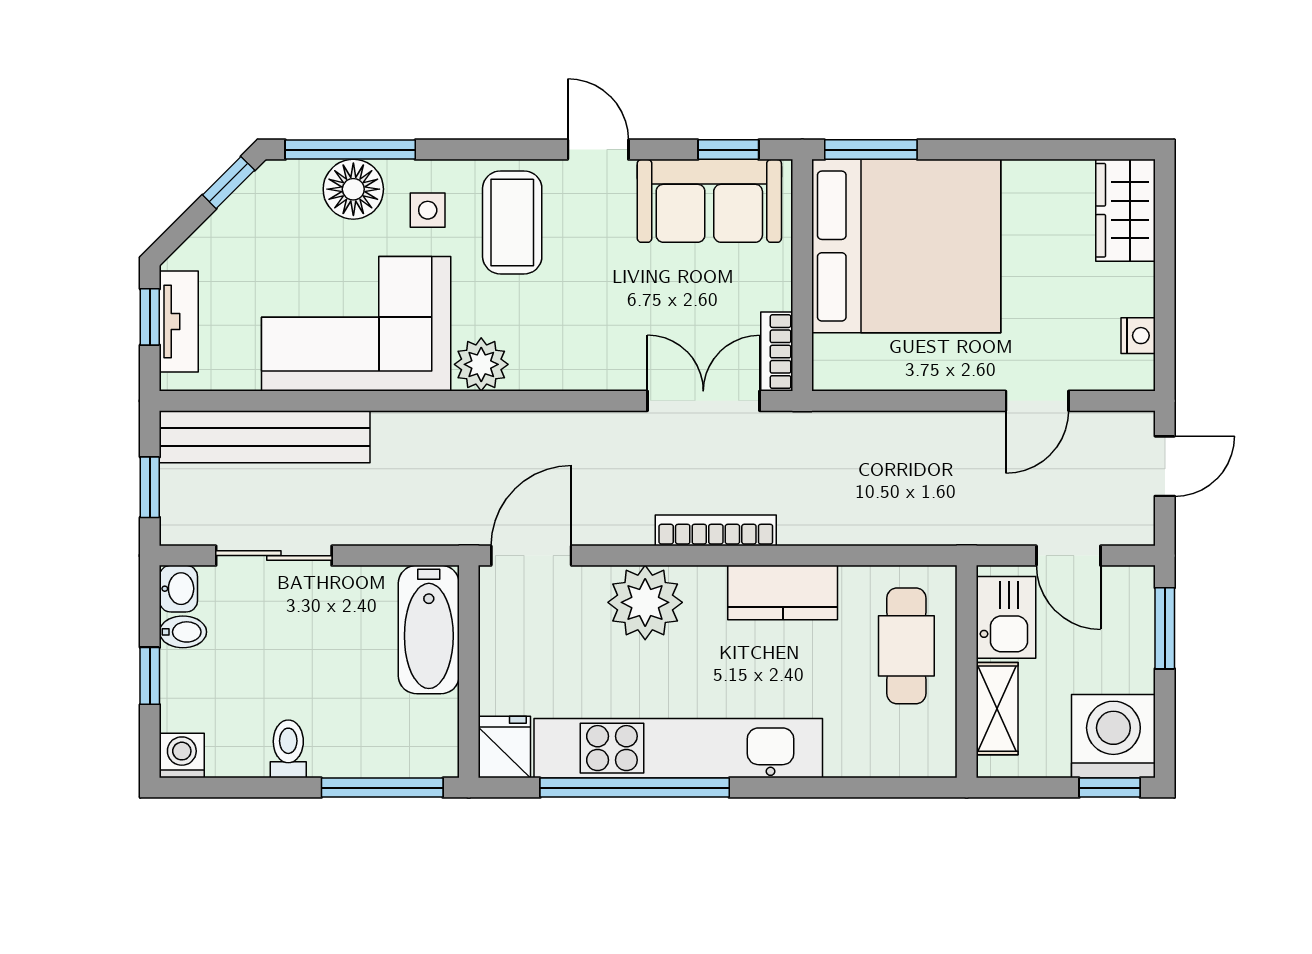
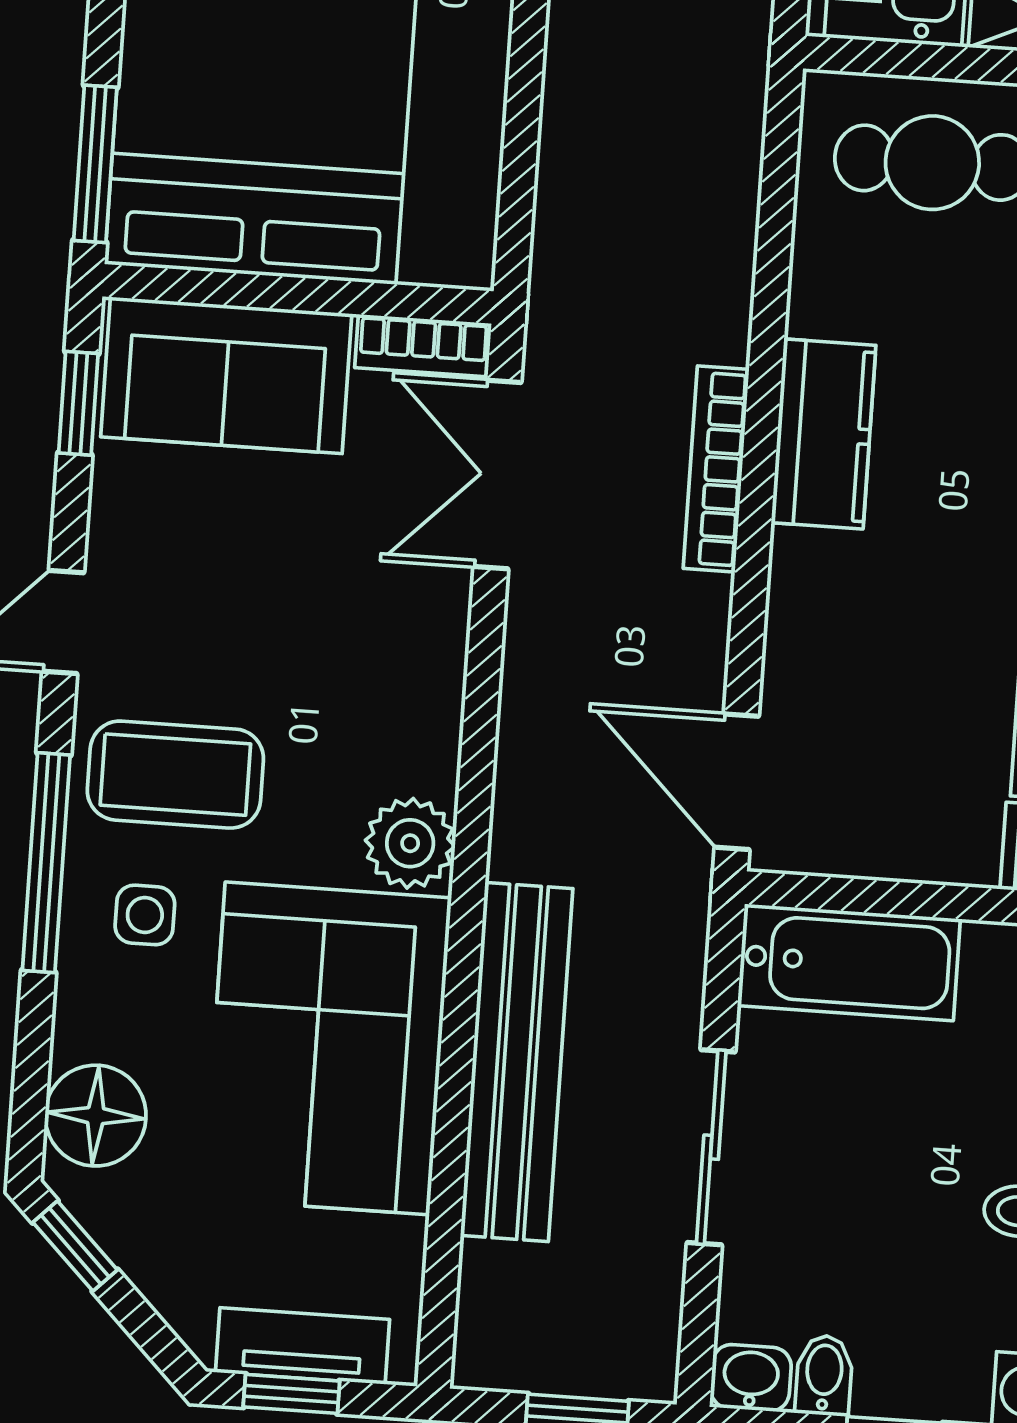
window: (350, 150) -> (46, 863), moved
floor lamp: (353, 189) -> (96, 1116), moved
sofa: (709, 201) -> (226, 375), moved, turned 90
bench: (265, 437) -> (517, 1062), moved
sliding door: (274, 556) -> (711, 1147), moved
kitchen counter: (783, 593) -> (824, 434), moved
plant: (645, 602) -> (829, 596), removed

